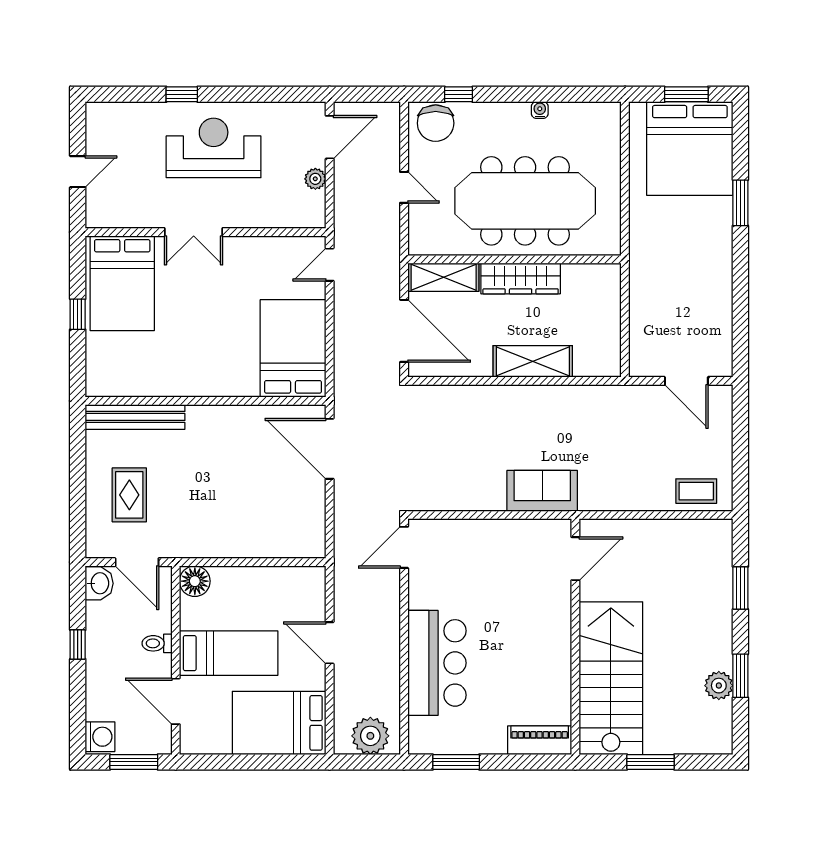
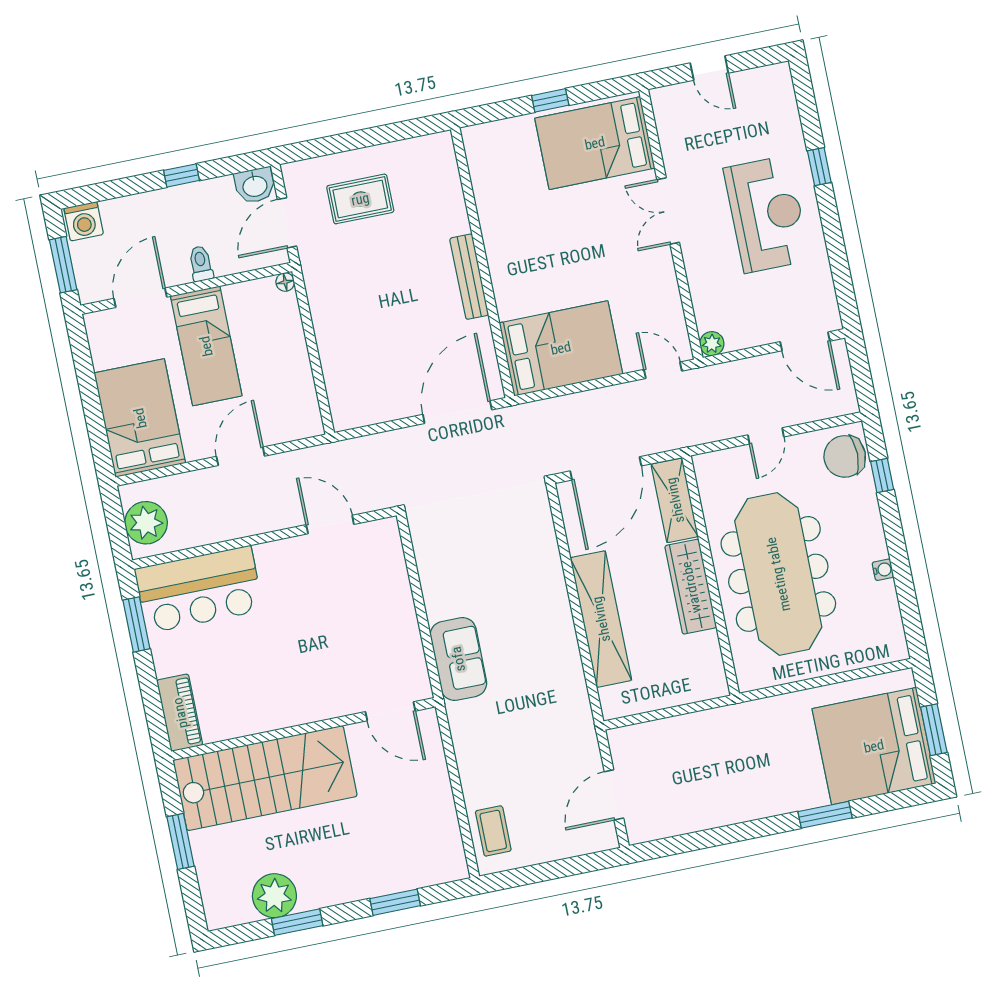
plant: (315, 179) -> (712, 344), moved
shelving: (533, 361) -> (601, 619), width x1.47
bench: (135, 417) -> (469, 277), moved, width x0.73, depth x0.82
door: (404, 547) -> (330, 525), moved
floor lamp: (195, 581) -> (285, 282), width x0.53, depth x0.53
bar counter: (437, 663) -> (199, 589), moved
plant: (719, 686) -> (274, 896), width x1.36, depth x1.36

